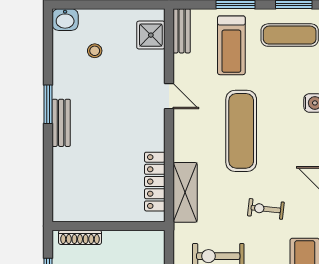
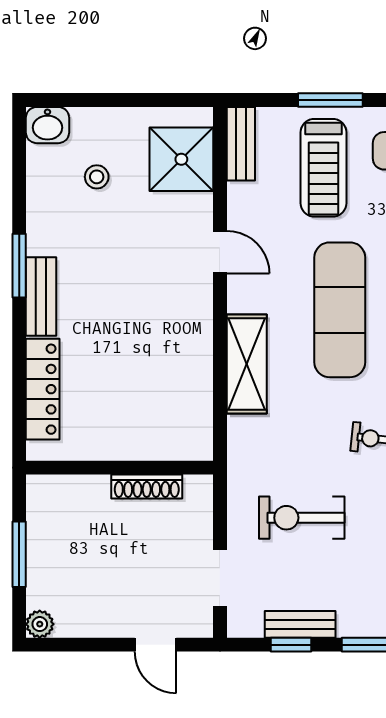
shower: (151, 35) -> (181, 159), width x1.36, depth x1.36
locker: (155, 182) -> (43, 389), moved, turned 180
shelving: (185, 192) -> (247, 364), moved
shoe rack: (80, 237) -> (147, 487), moved

